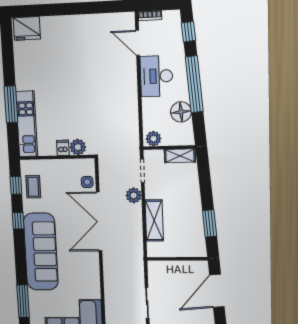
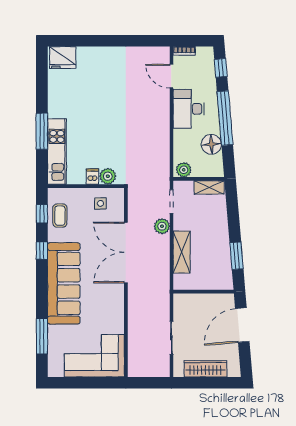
side table: (87, 182) -> (100, 203), moved

